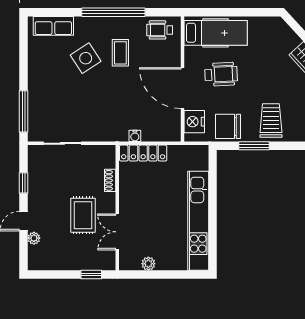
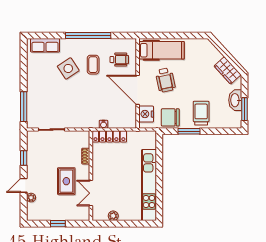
wheelchair: (160, 30) -> (119, 60), moved, turned 180
wheelchair: (221, 74) -> (165, 80), turned 81
window: (91, 275) -> (58, 224), moved

